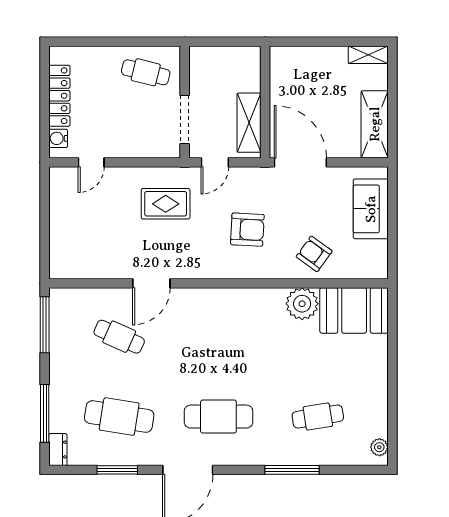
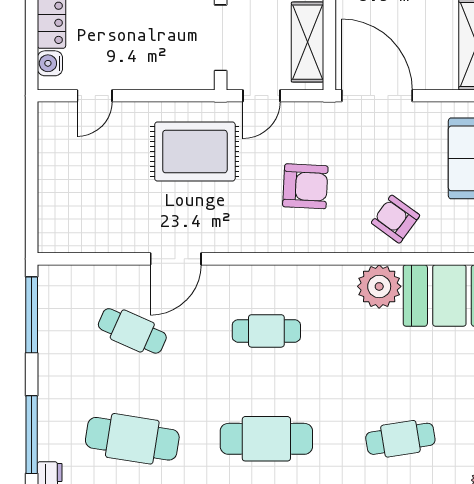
rug: (166, 204) -> (195, 152), width x1.36, depth x1.43
cafe table: (218, 337) -> (266, 331), added

